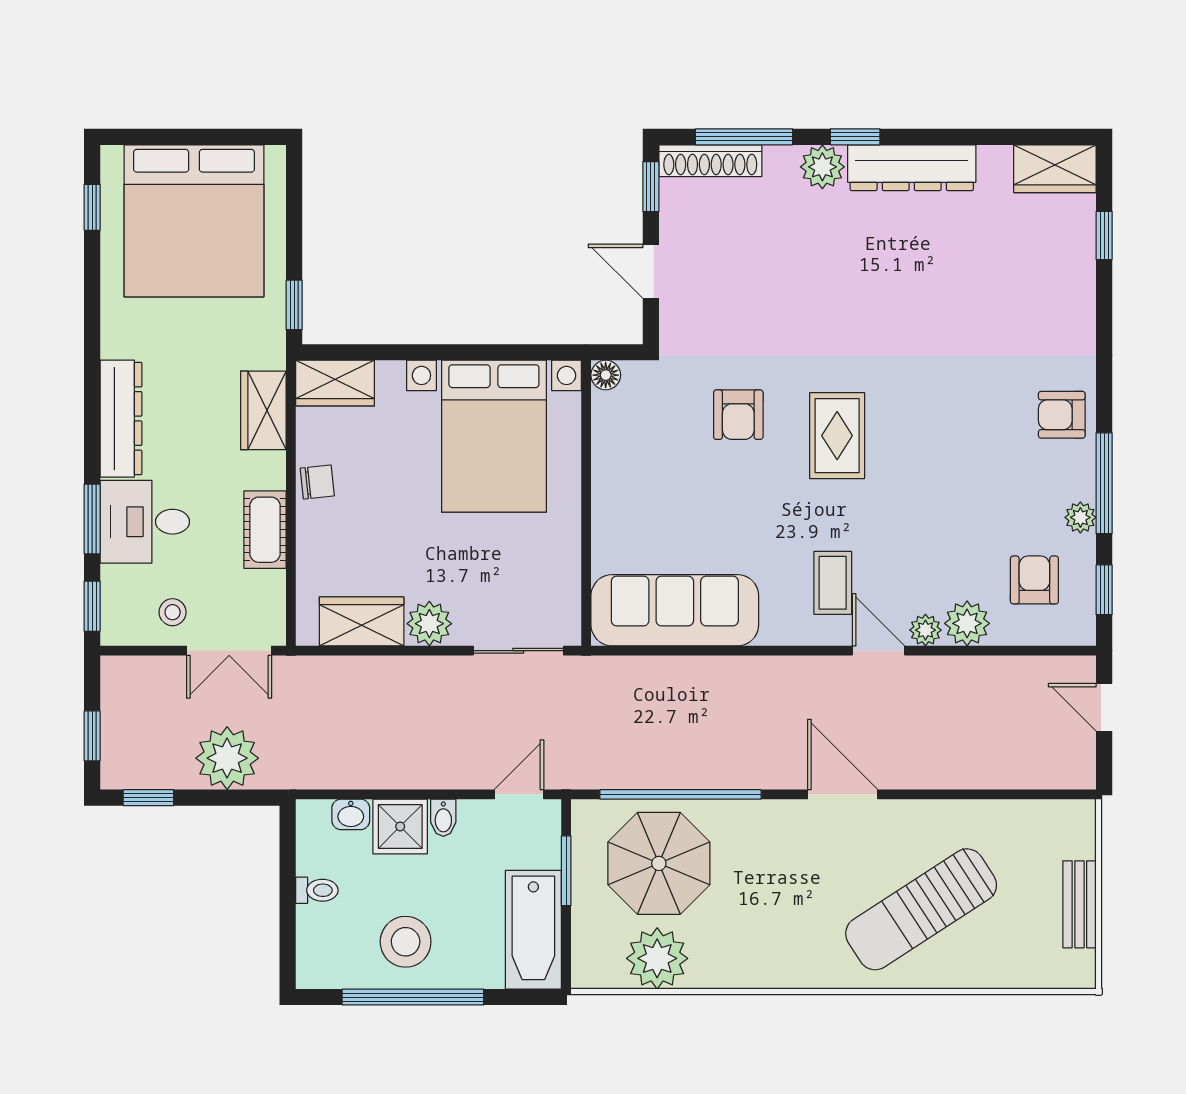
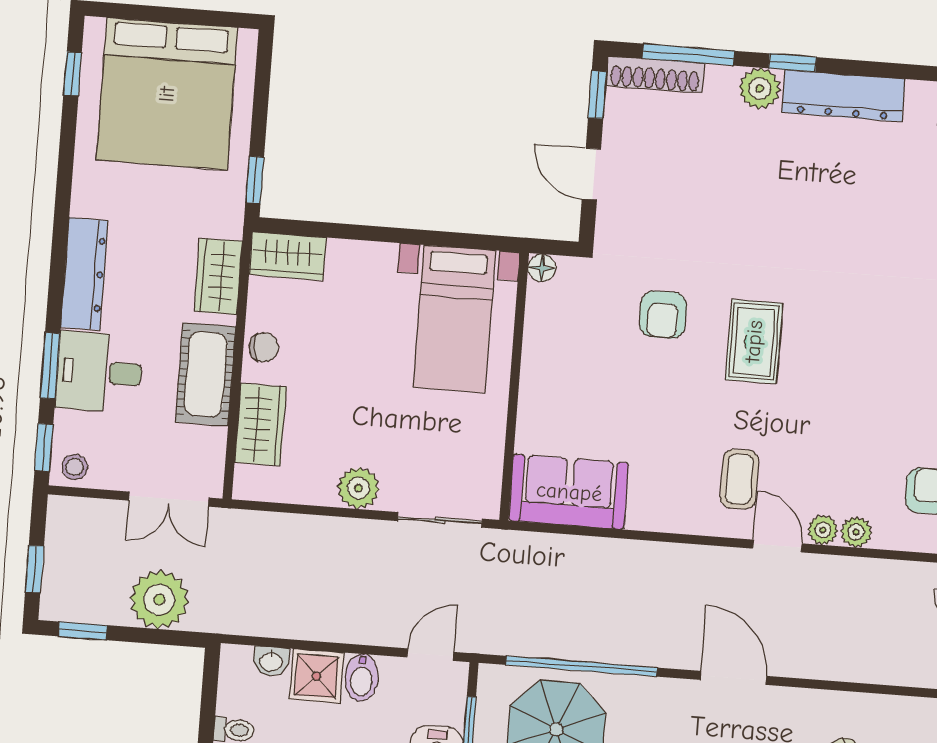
bed with nightstands: (494, 436) -> (454, 319), width x0.73
cot: (265, 530) -> (206, 374), width x1.37, depth x1.34
sofa: (675, 610) -> (569, 492), width x0.73
stool: (173, 612) -> (75, 467), moved
wardrobe: (362, 621) -> (261, 424), moved, turned 90
plant: (967, 623) -> (856, 532), width x0.73, depth x0.73
bidet: (443, 818) -> (362, 678), width x1.38, depth x1.36

